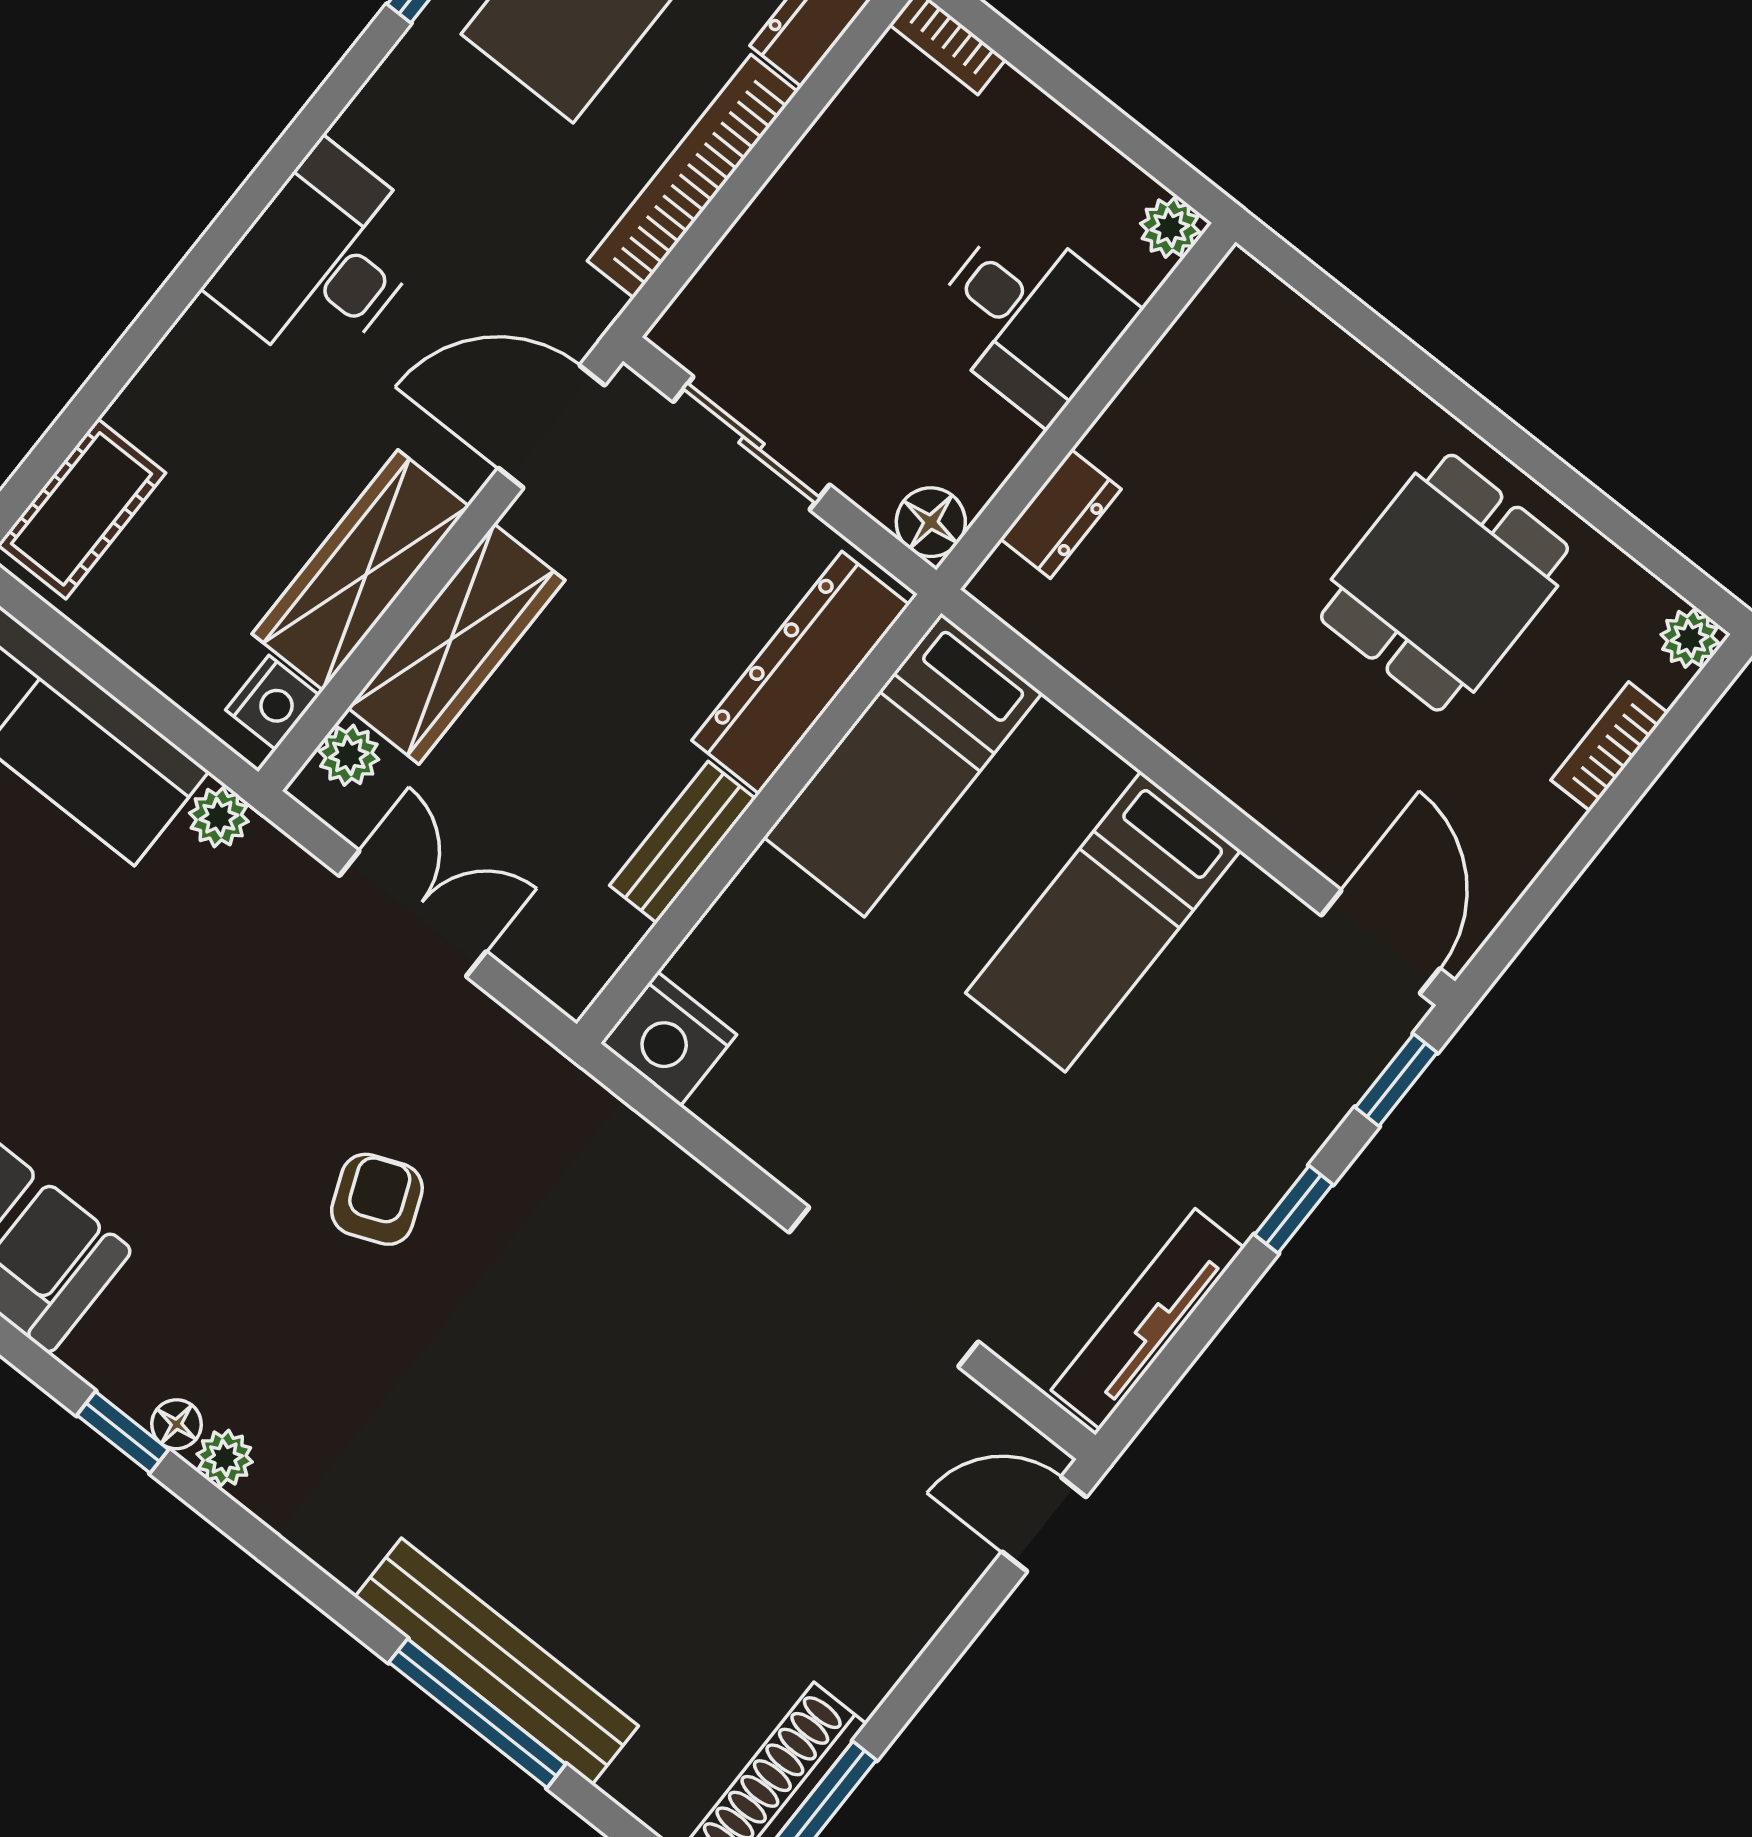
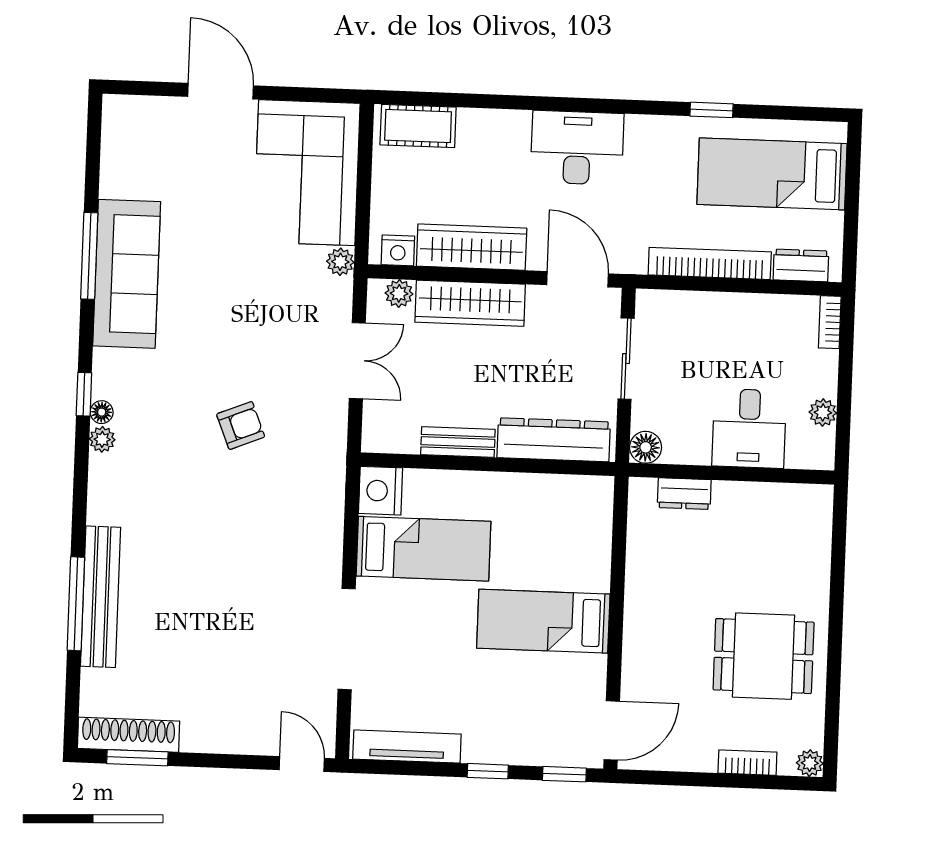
plant: (1170, 228) -> (823, 412), moved
bed: (903, 765) -> (423, 549), moved, turned 180

